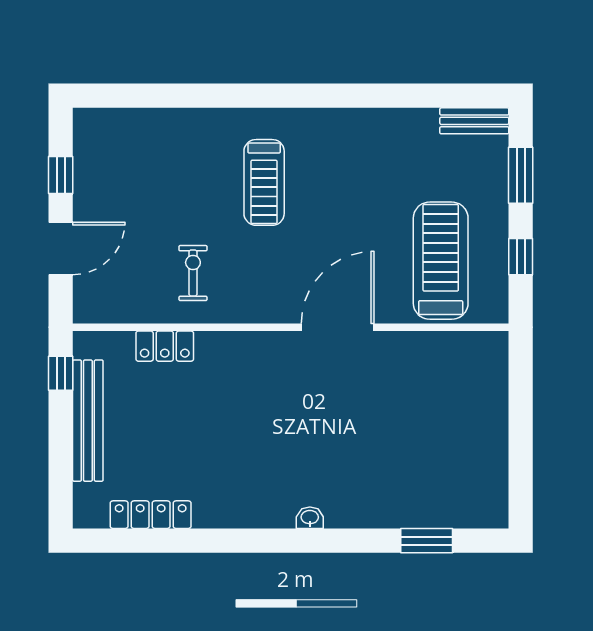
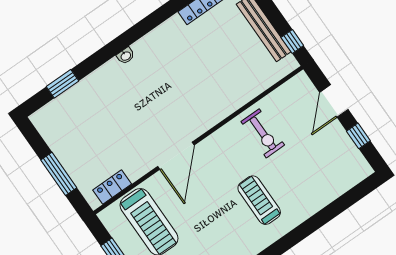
exercise bike: (193, 273) -> (263, 133), width x1.38, depth x1.39
locker: (165, 346) -> (112, 187), moved
window: (521, 417) -> (59, 174), added

